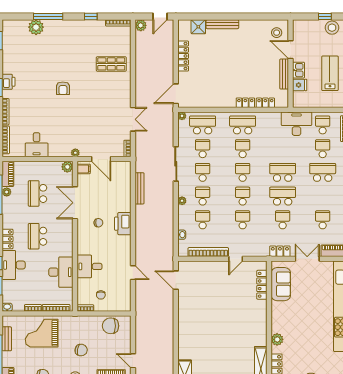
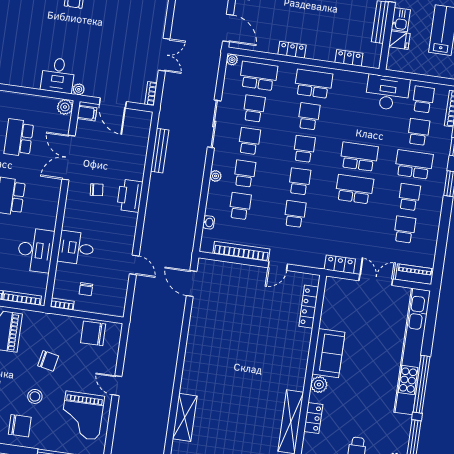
door: (176, 94) -> (228, 28), swing flipped
locker: (245, 103) -> (292, 50), moved
desk: (37, 145) -> (58, 75), moved
school desk: (283, 220) -> (409, 197), moved
sofa: (281, 284) -> (329, 353), moved

